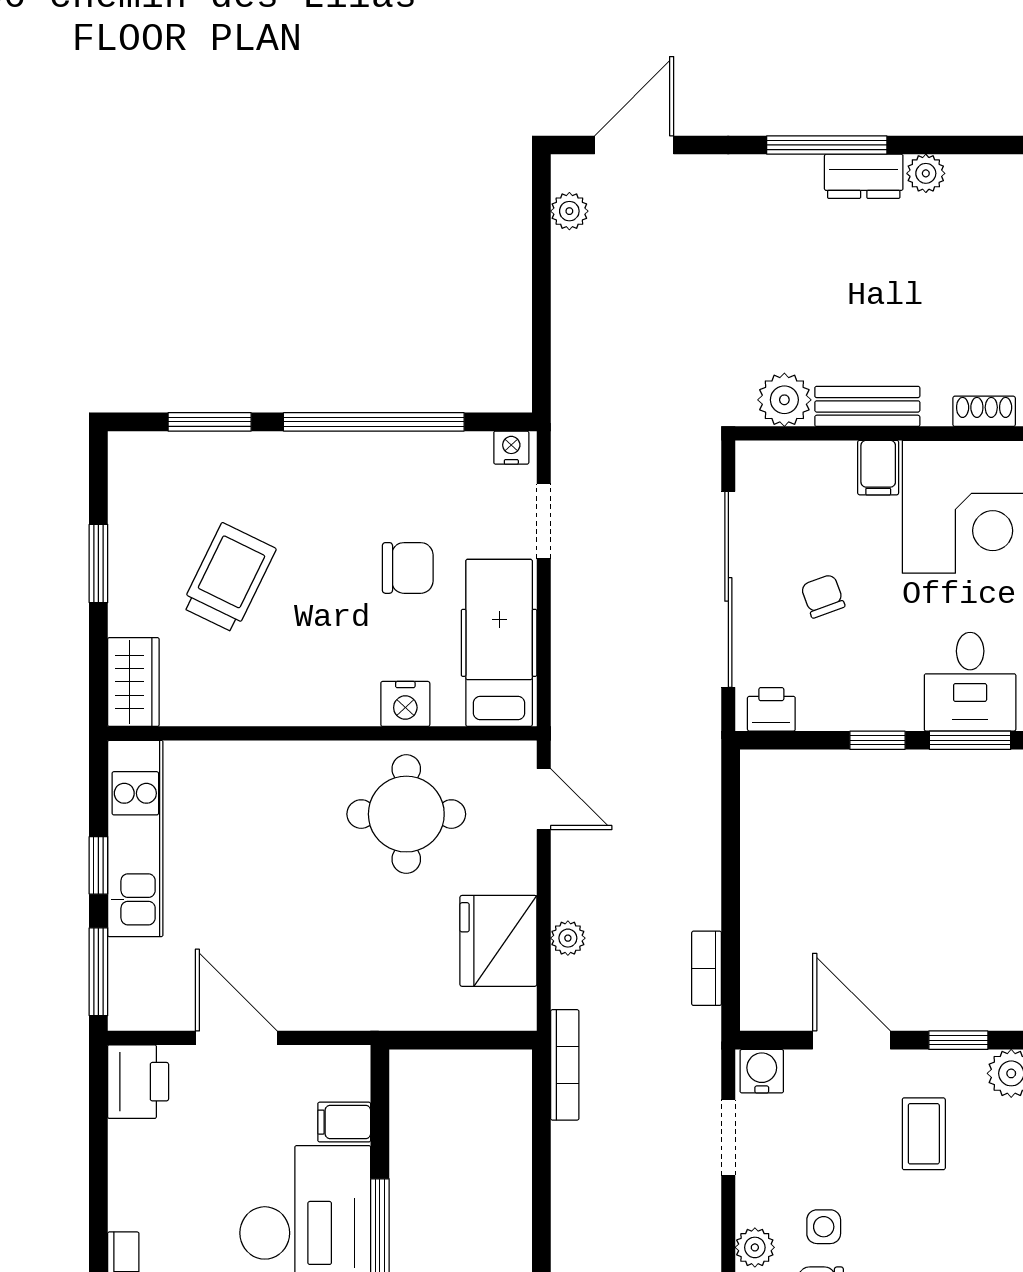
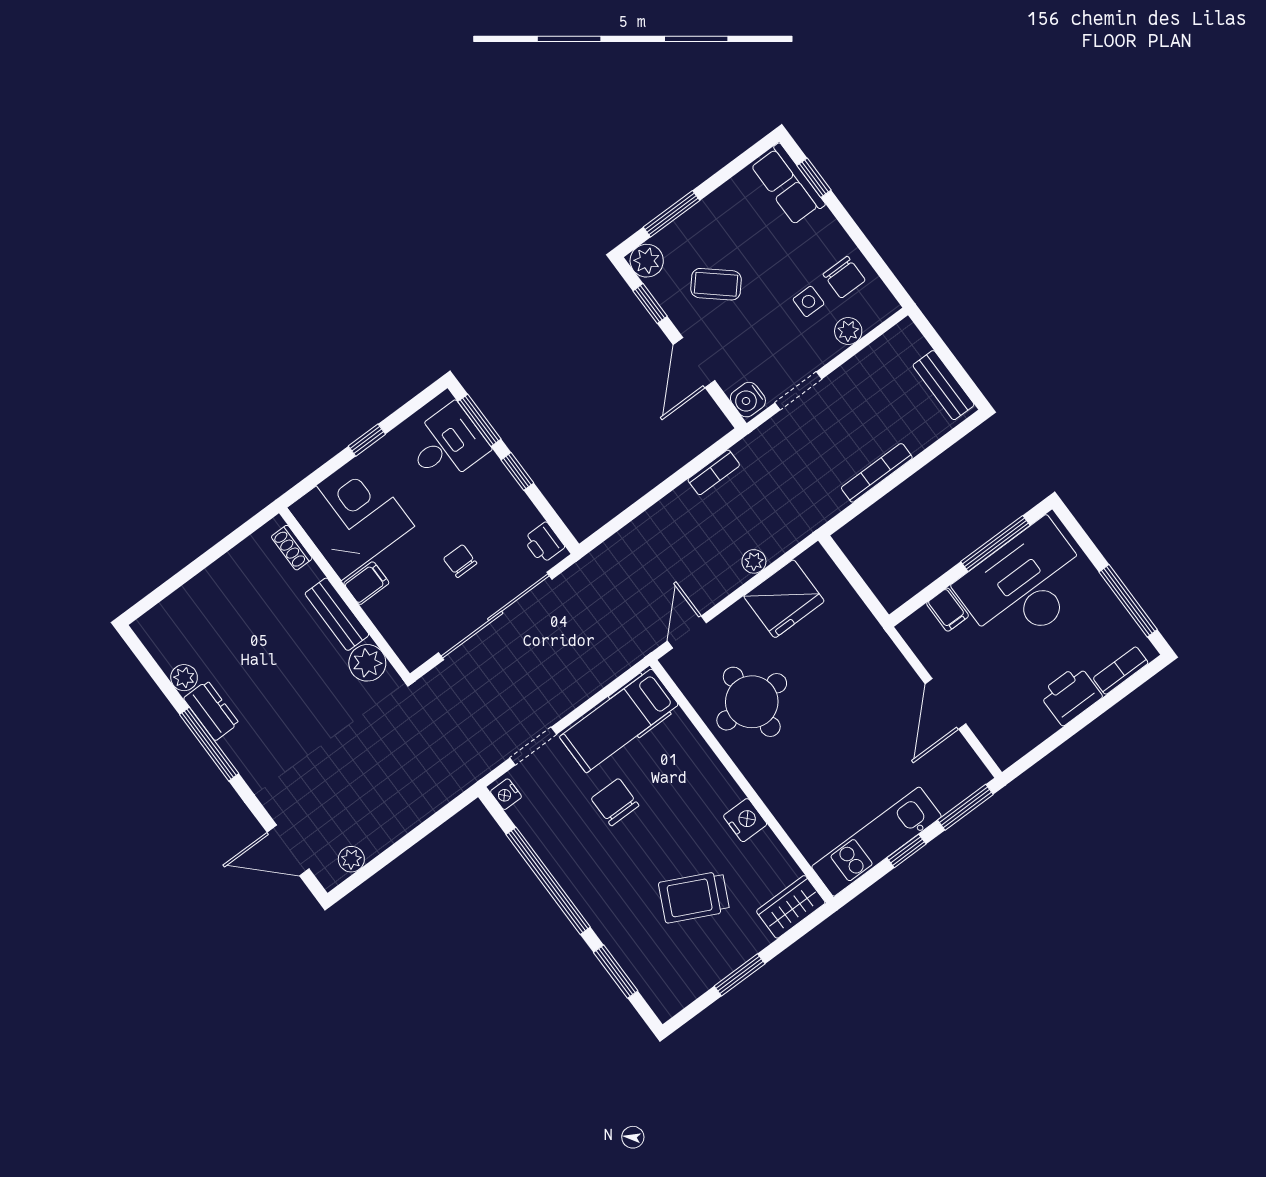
chair: (823, 596) -> (460, 561), turned 110
nightstand: (405, 704) -> (745, 820), moved
bookcase: (565, 1065) -> (877, 473), moved
printer: (138, 1082) -> (1071, 695), moved
coffee table: (924, 1134) -> (716, 284), turned 41

